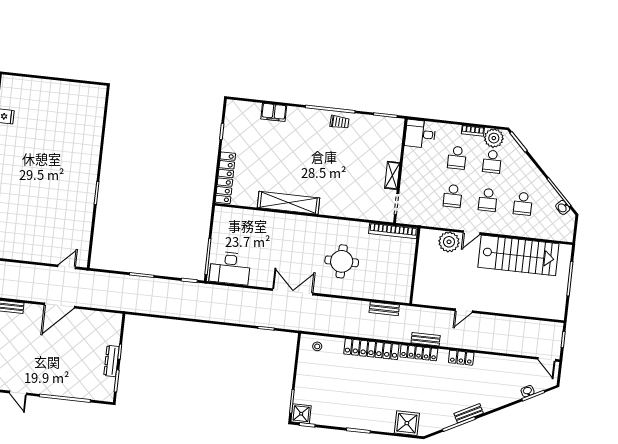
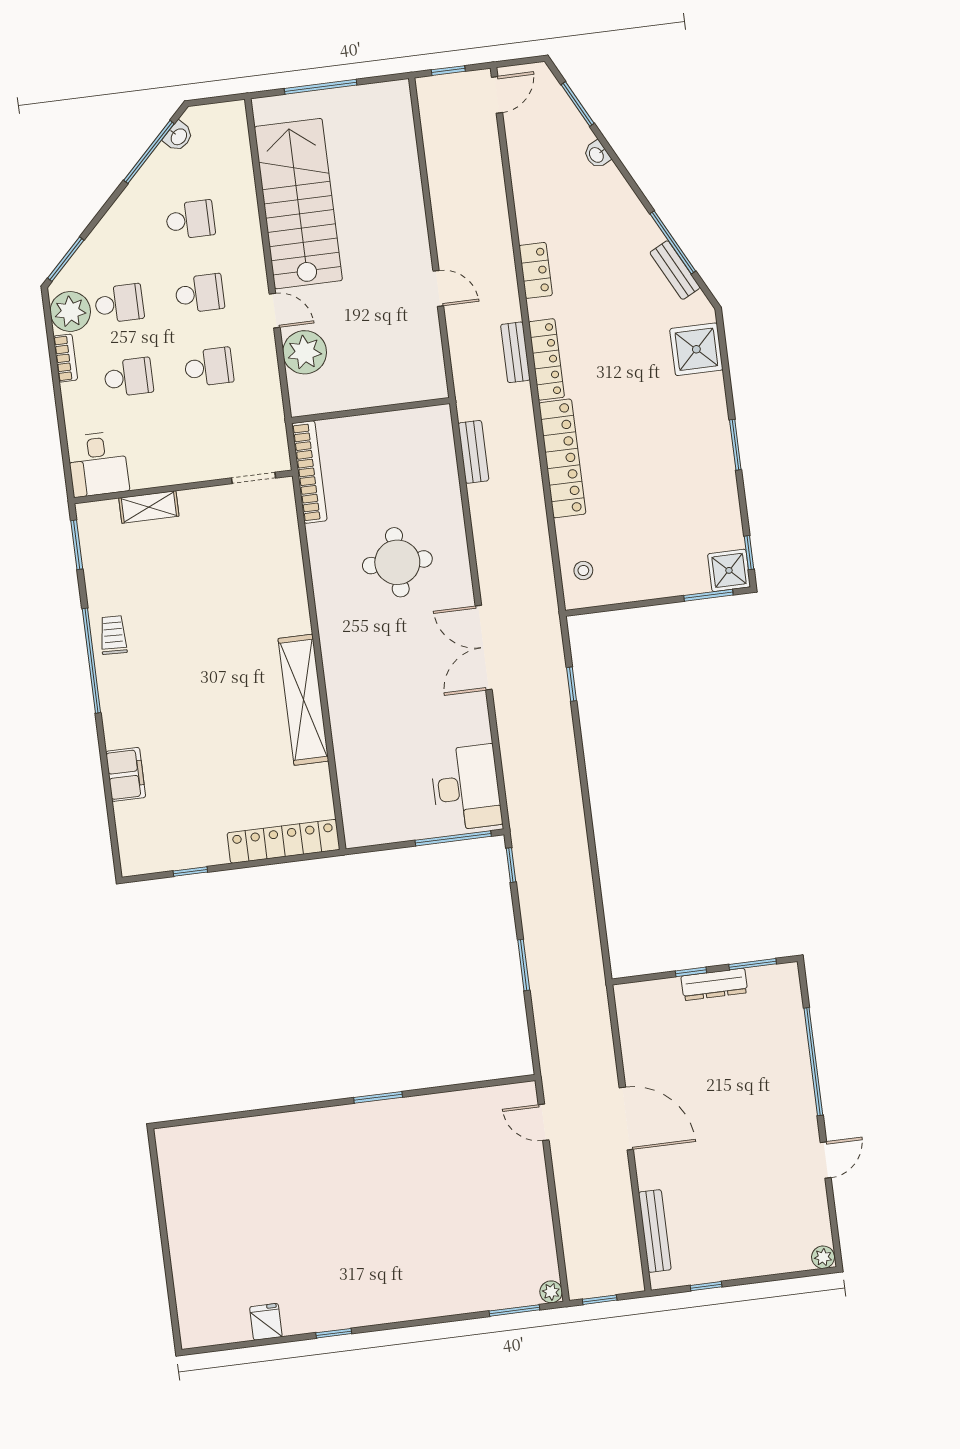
shelving: (392, 175) -> (149, 507), moved
washbasin: (528, 391) -> (597, 155), moved
bench: (469, 413) -> (675, 270), moved

